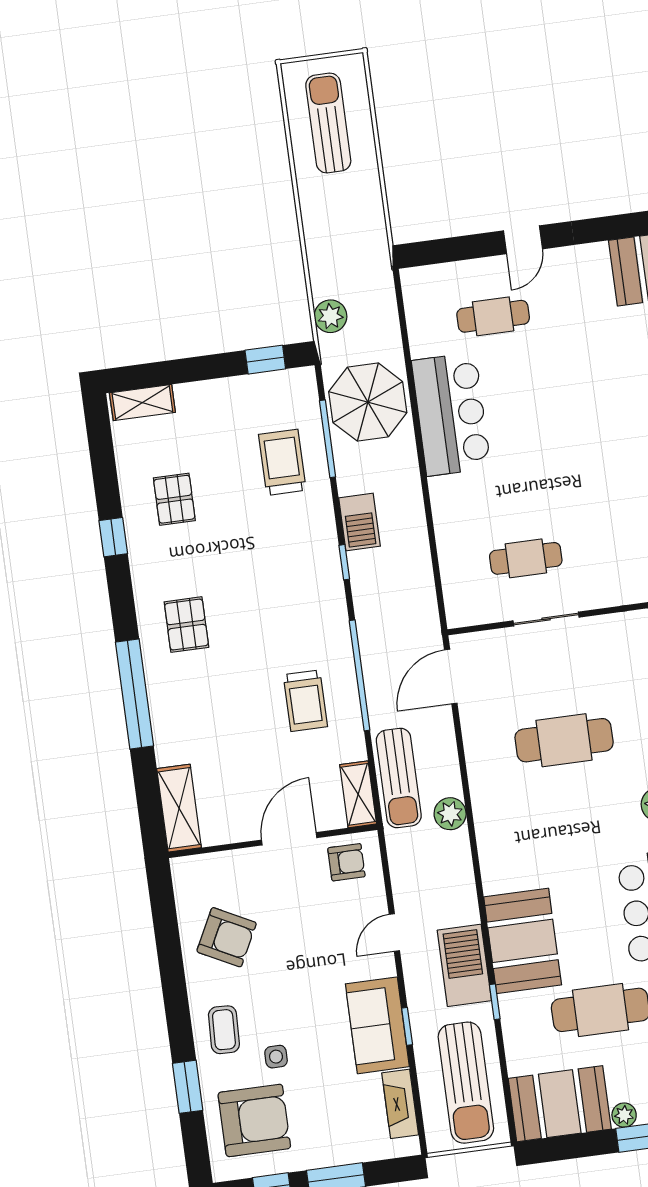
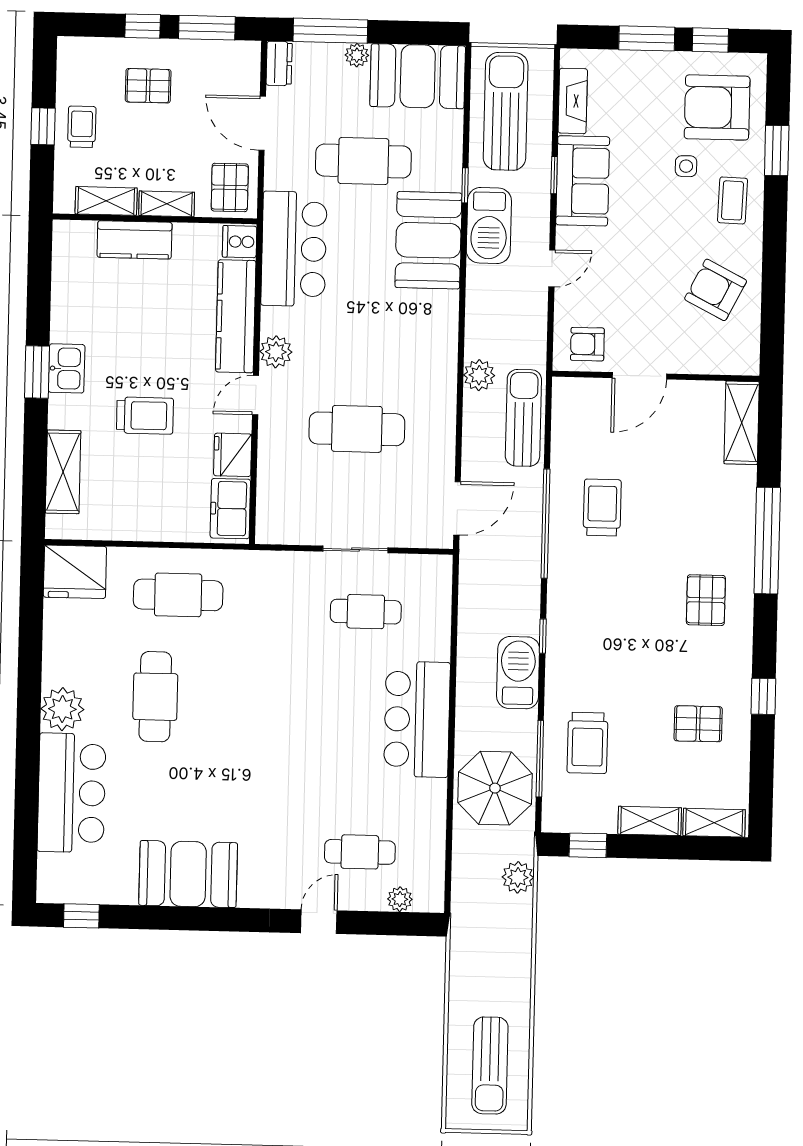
plant: (445, 275) -> (400, 899), added
bar counter: (451, 414) -> (417, 719), moved
pallet: (174, 499) -> (698, 724), turned 90
barbecue: (359, 522) -> (518, 673), width x1.37, depth x1.21
shelving: (358, 794) -> (650, 821), moved, turned 90

